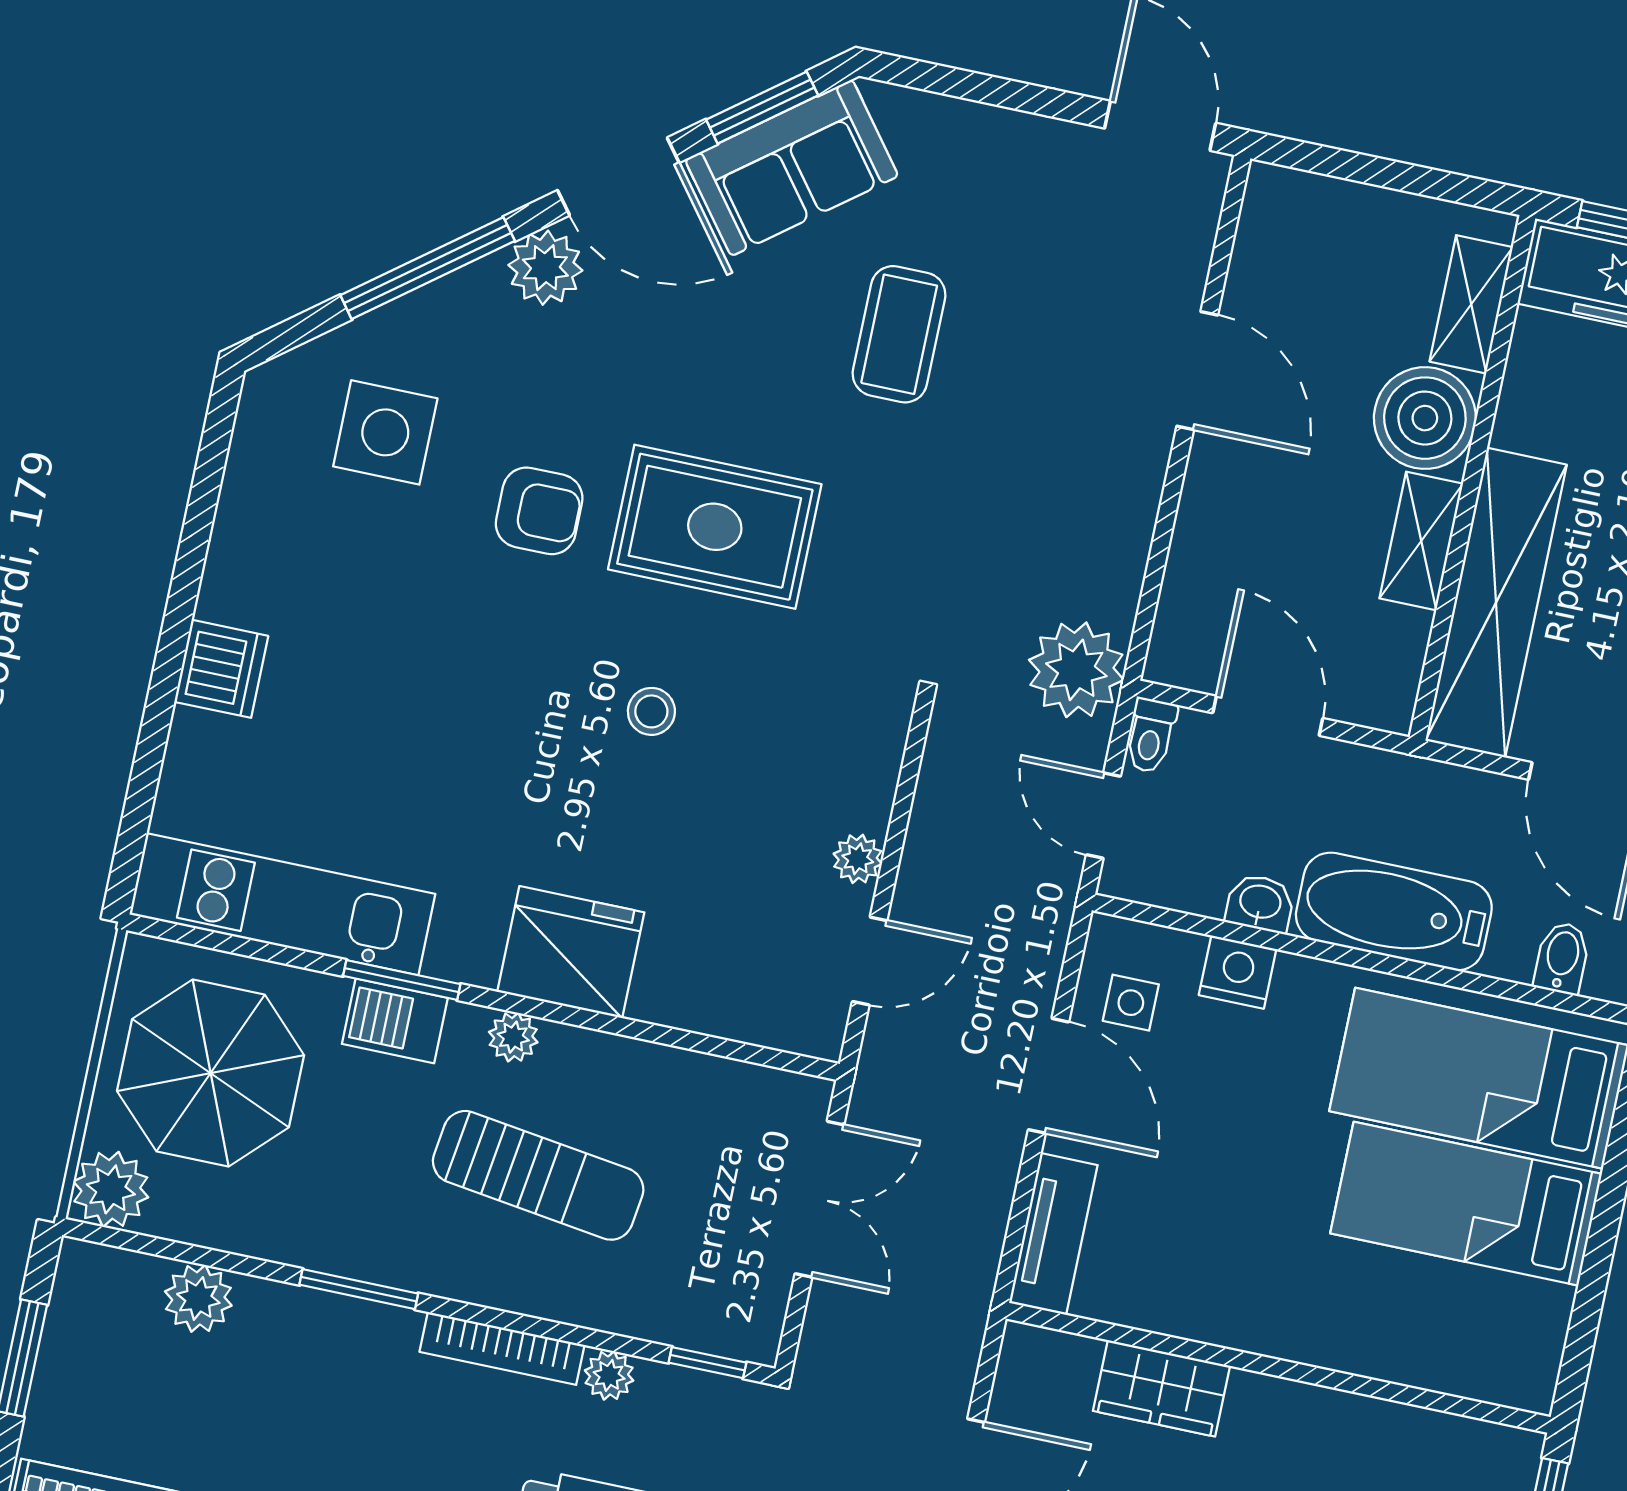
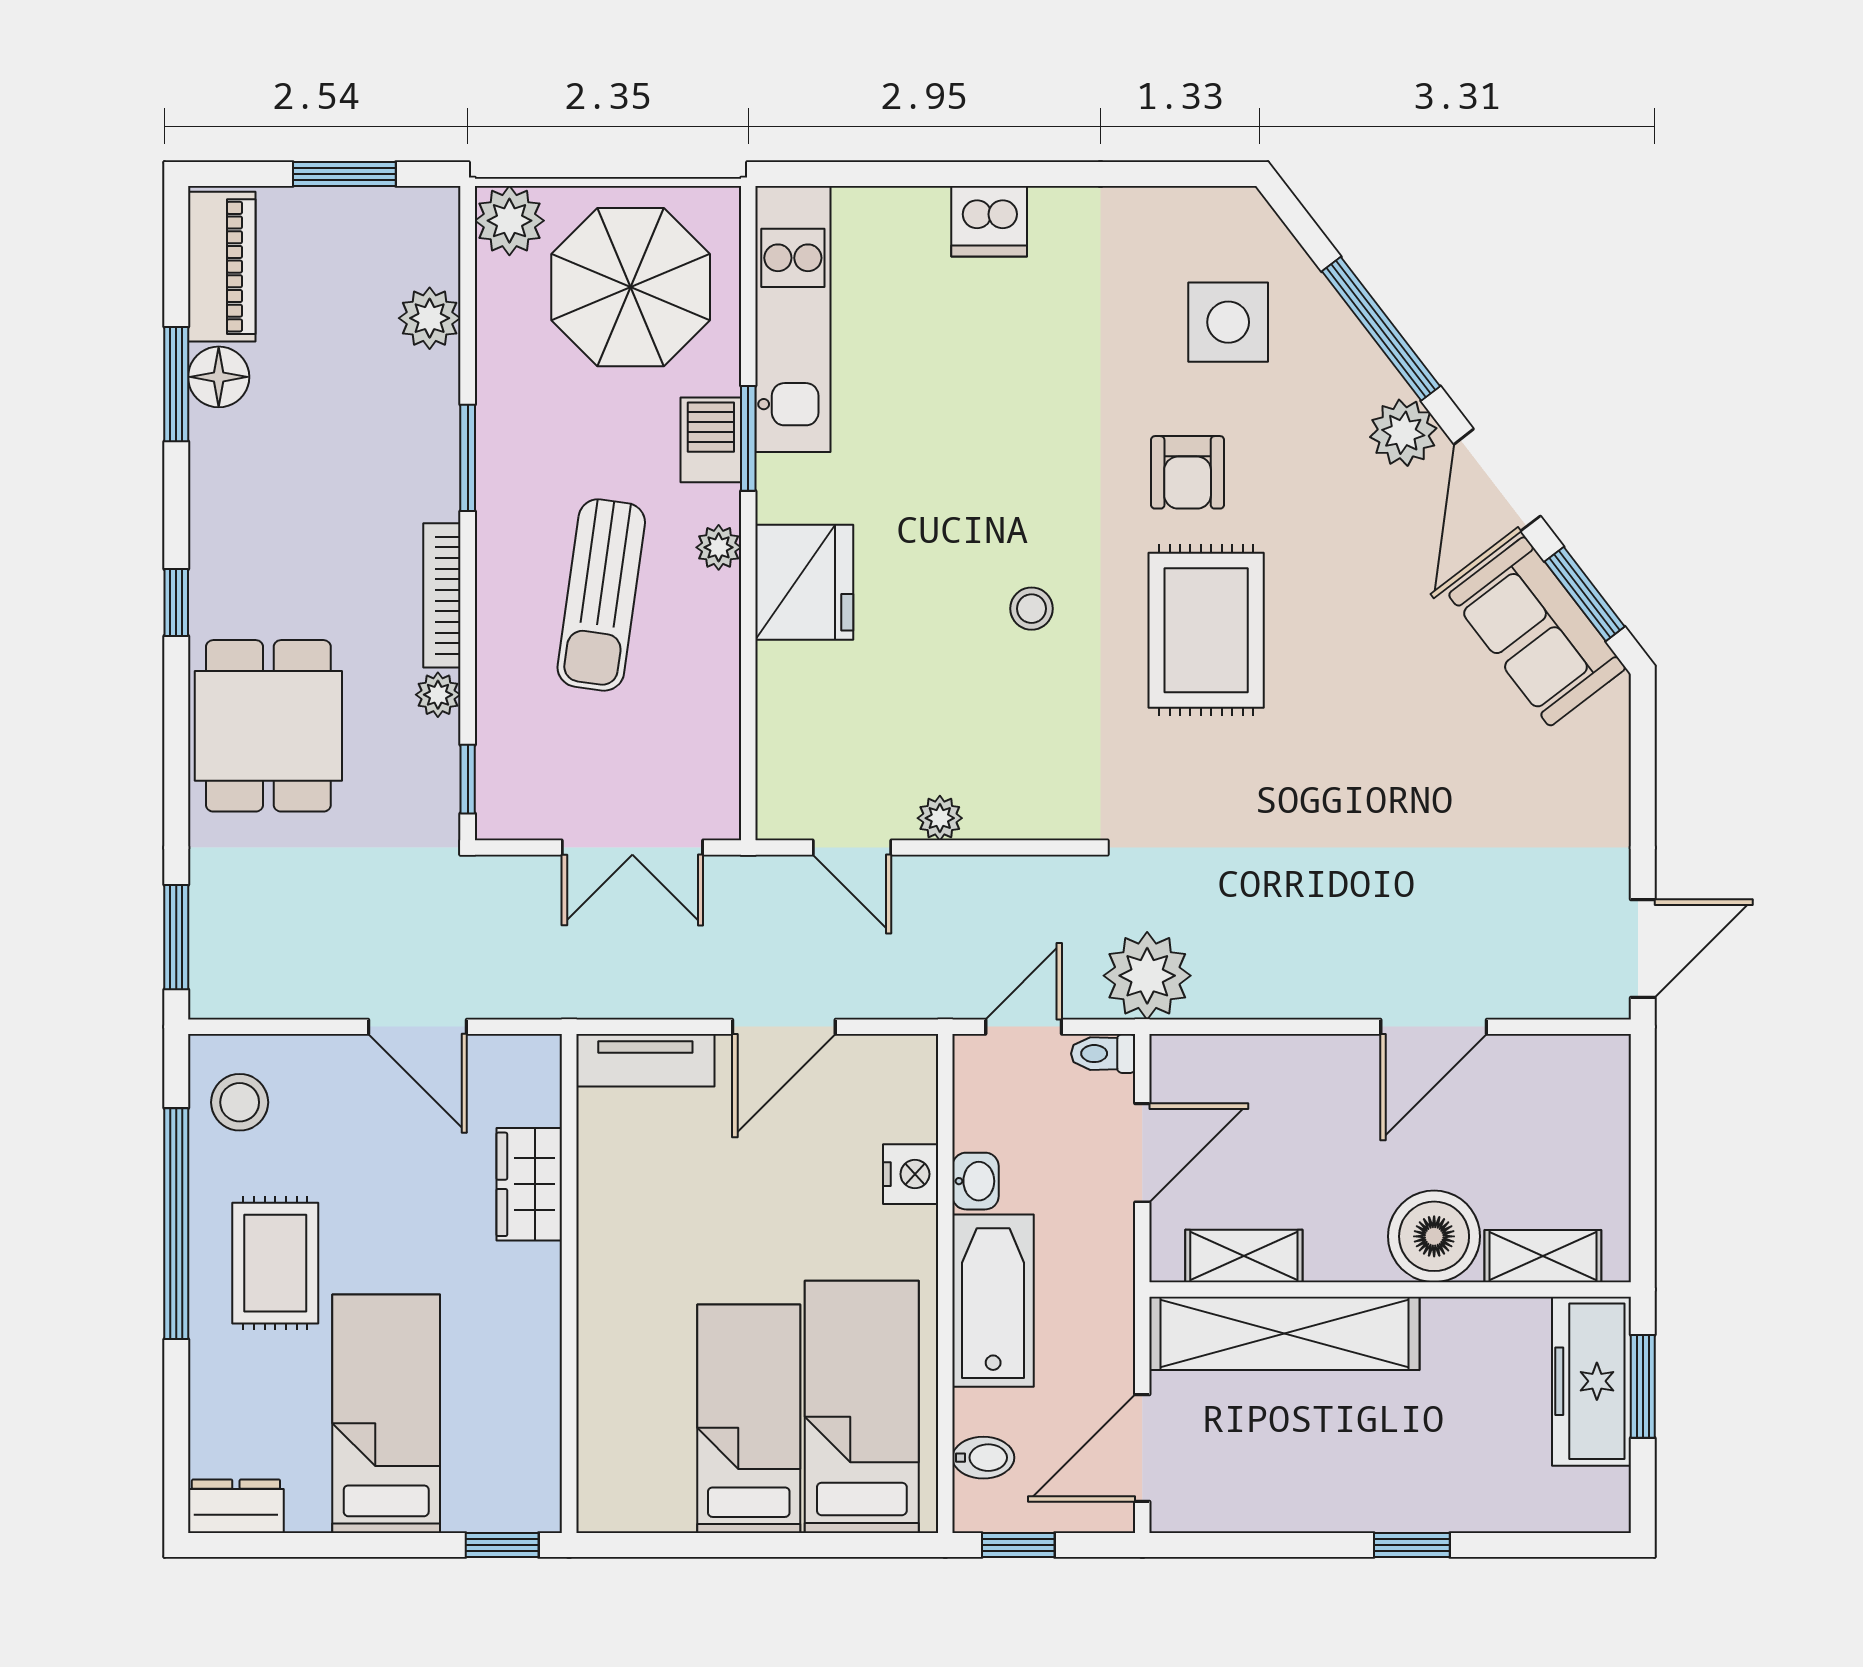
coffee table: (899, 334) -> (1410, 757), removed
shelving: (1421, 541) -> (1244, 1256), moved
side table: (1131, 1003) -> (864, 1086), removed

